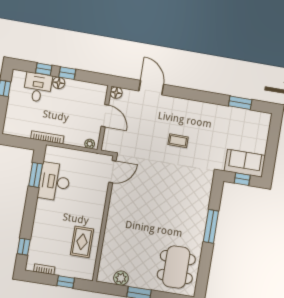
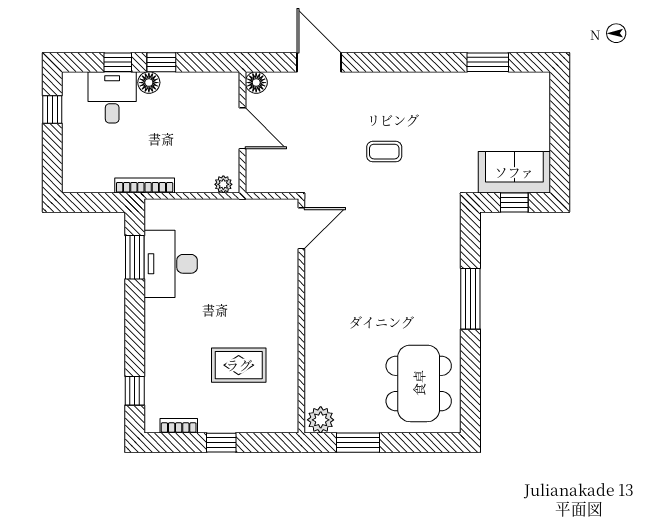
door: (112, 172) -> (301, 228), moved
wall: (105, 218) -> (301, 316), moved
rug: (82, 242) -> (239, 365), turned 90

